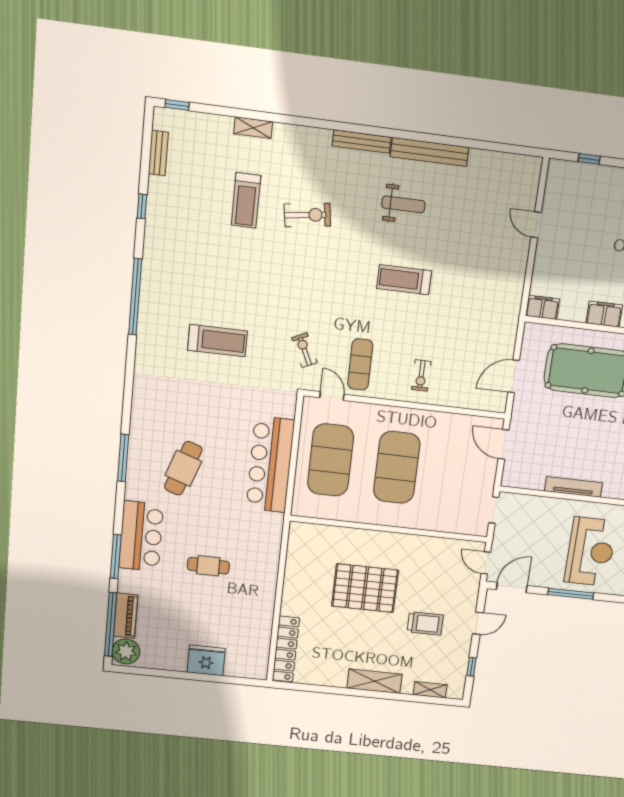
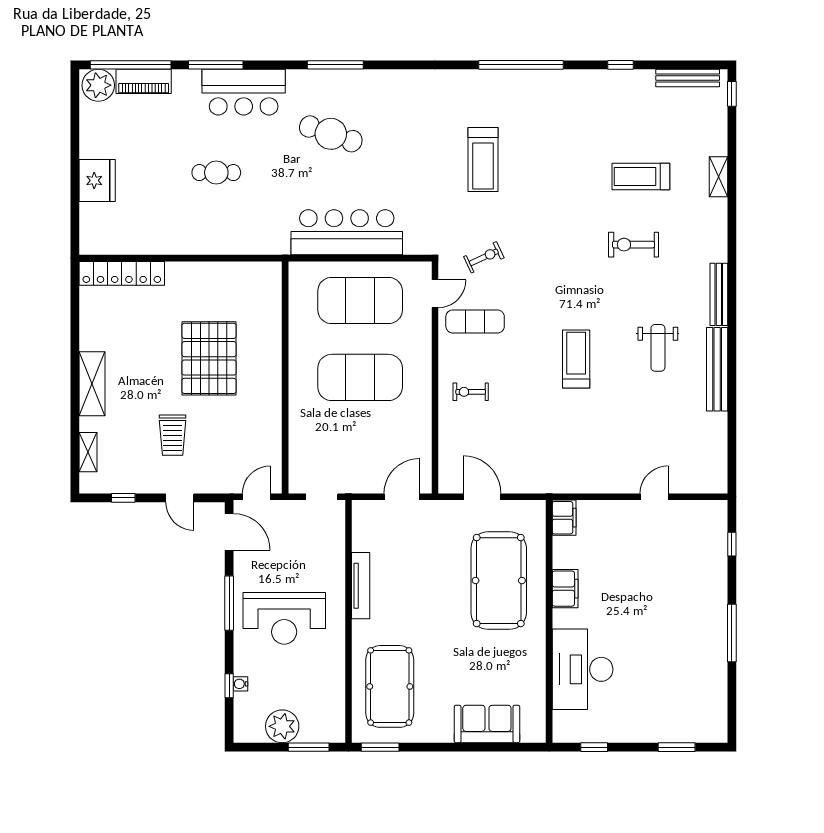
bench: (158, 153) -> (688, 78), width x1.36
exercise bike: (307, 215) -> (633, 245), turned 98
cafe table: (208, 566) -> (216, 173), turned 90

